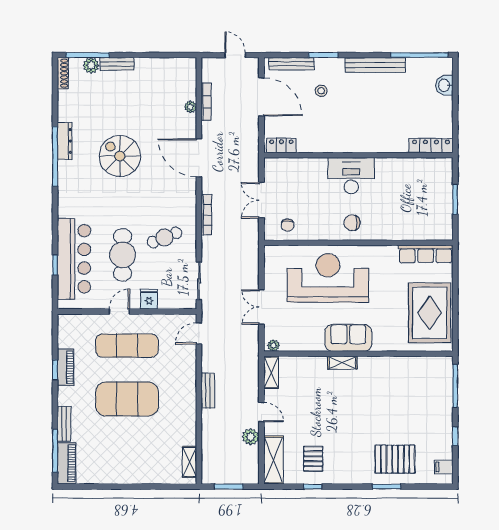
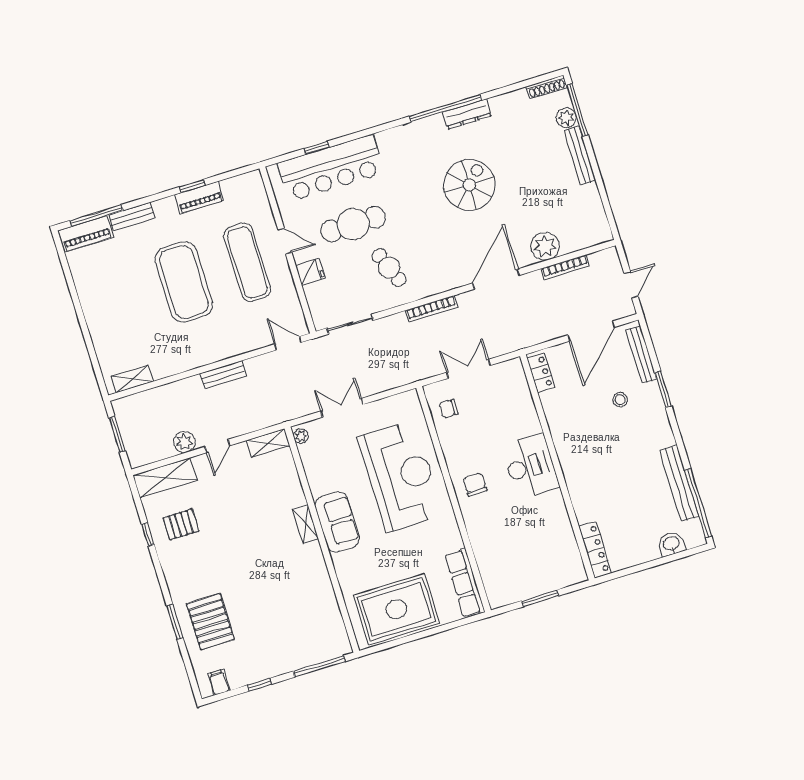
bench: (117, 64) -> (580, 155), width x1.36
bench: (375, 65) -> (679, 483), moved
plant: (190, 107) -> (545, 246), width x1.87, depth x1.87

